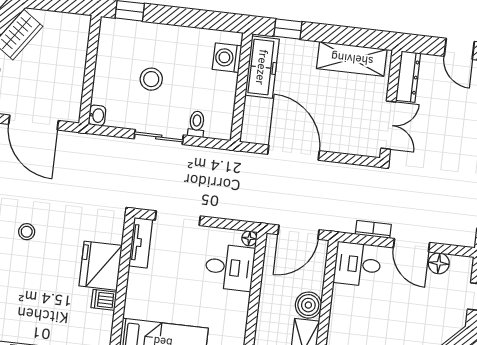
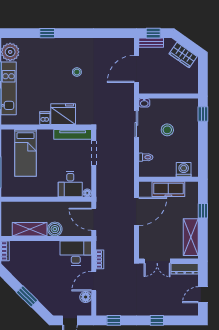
window: (288, 29) -> (203, 211), moved
freezer: (262, 67) -> (168, 189), moved
sliding door: (159, 137) -> (136, 124), moved
tv unit: (141, 243) -> (73, 134), width x1.41
desk: (358, 264) -> (76, 253), width x1.37

